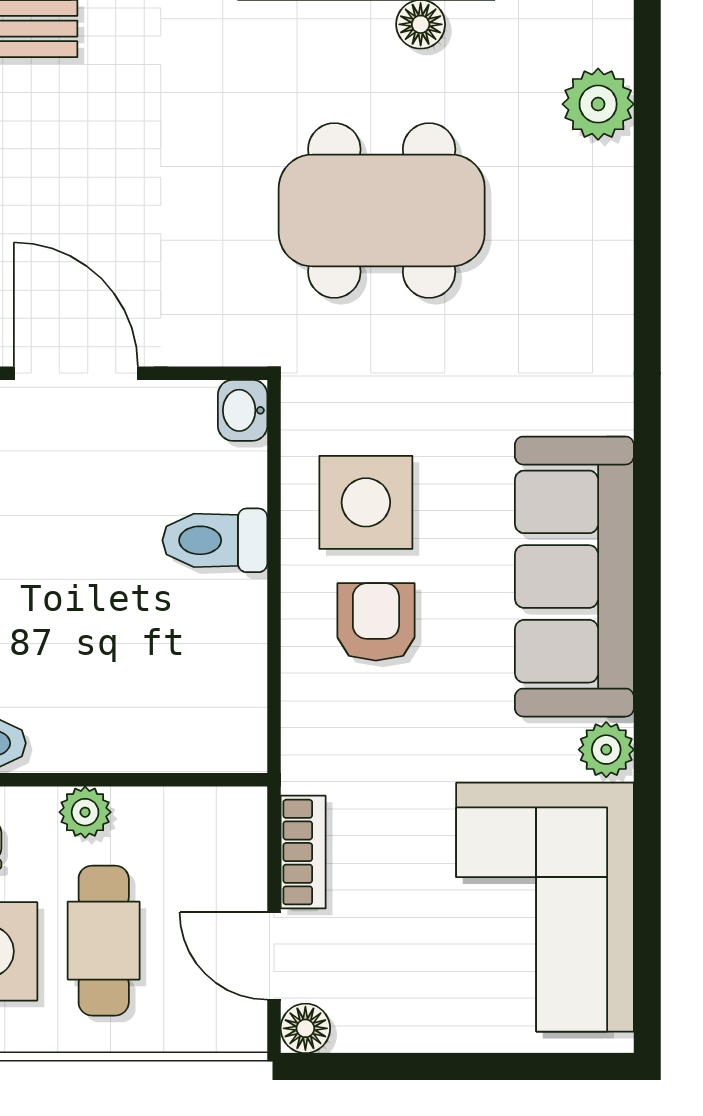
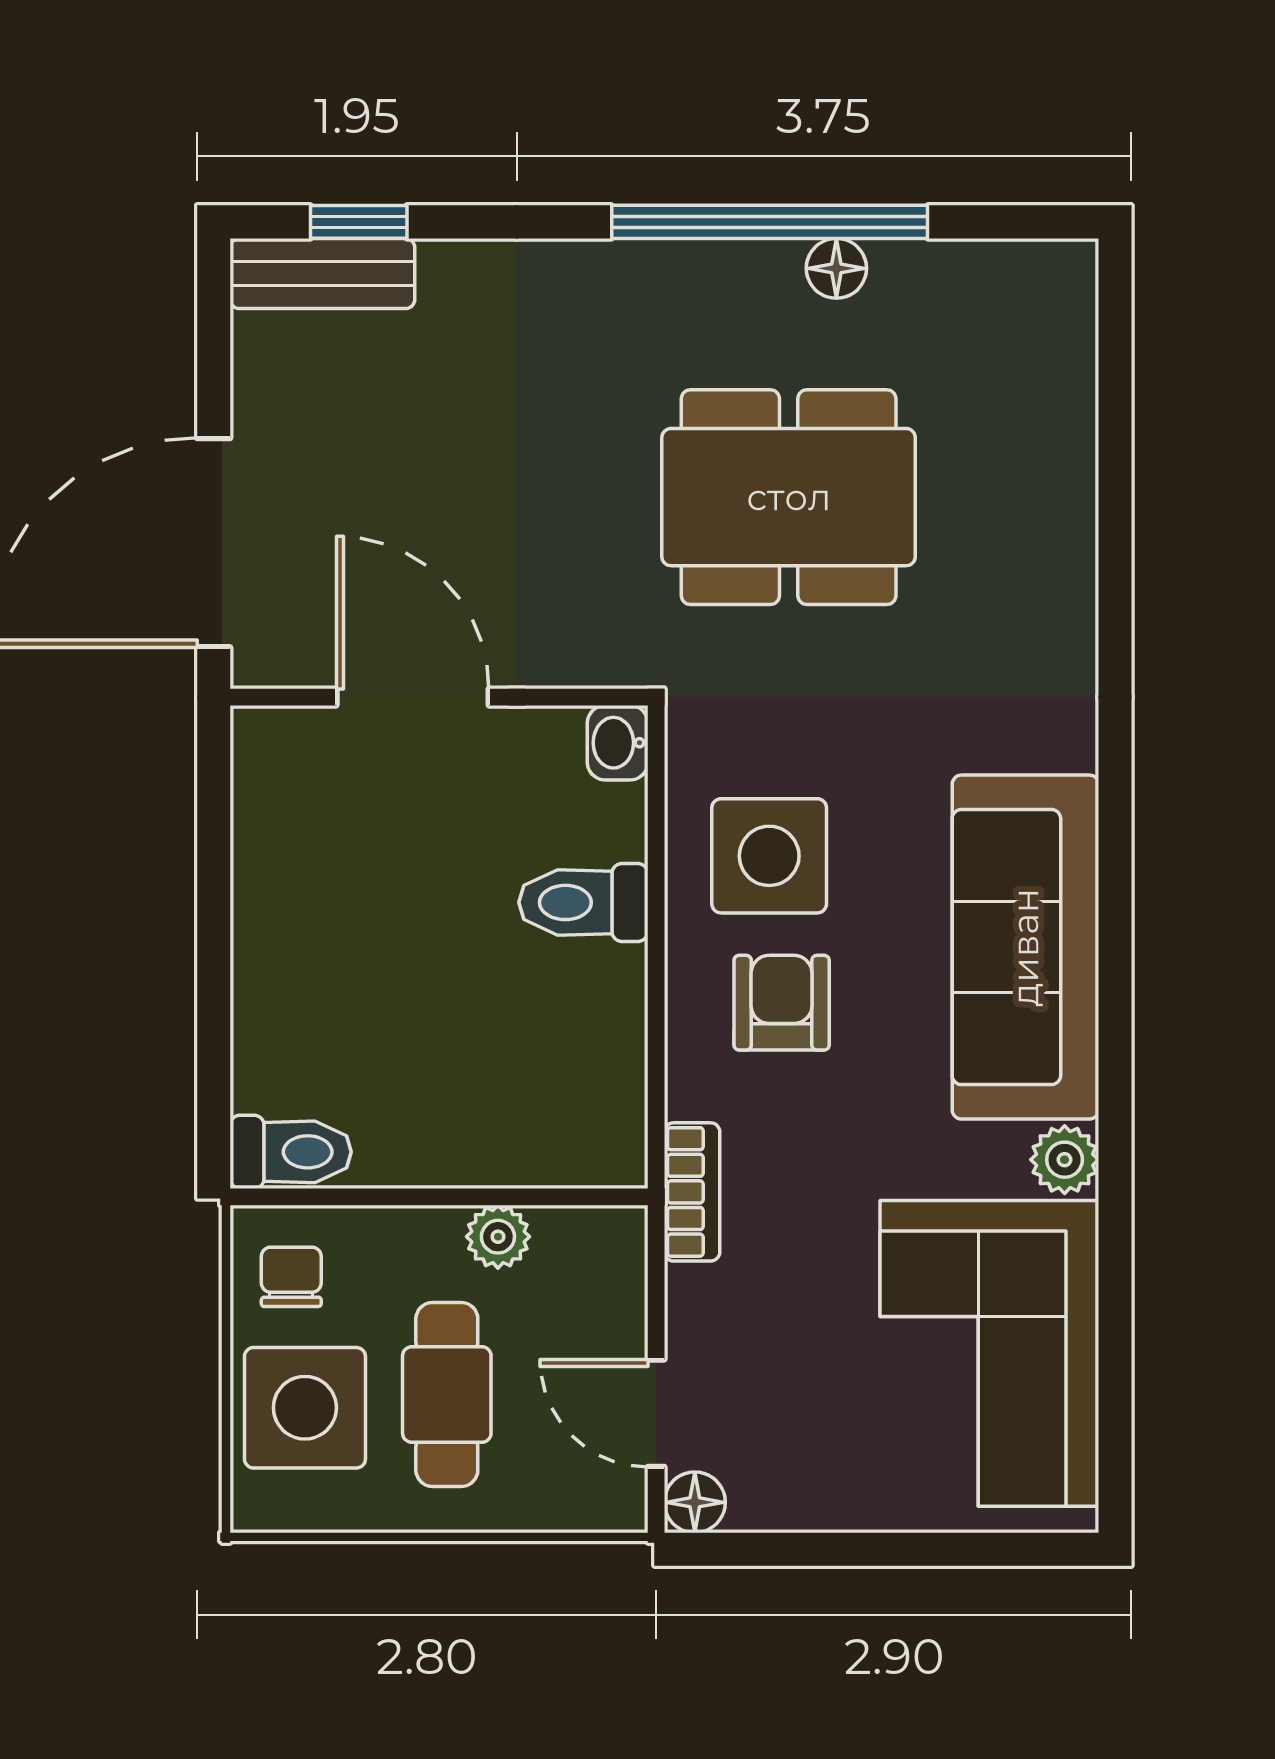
plant: (598, 104) -> (1055, 366), removed
plant: (85, 812) -> (498, 1237), moved
bookcase: (303, 852) -> (692, 1192), moved

